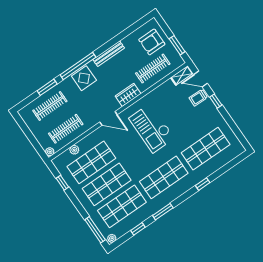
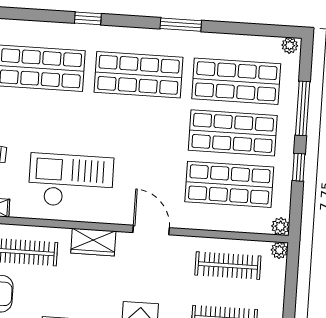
checkout: (152, 128) -> (71, 181), moved, turned -90
plant: (74, 150) -> (280, 226), moved
window: (62, 183) -> (299, 167), moved
window: (138, 229) -> (239, 28), removed
window: (95, 230) -> (303, 108), moved

